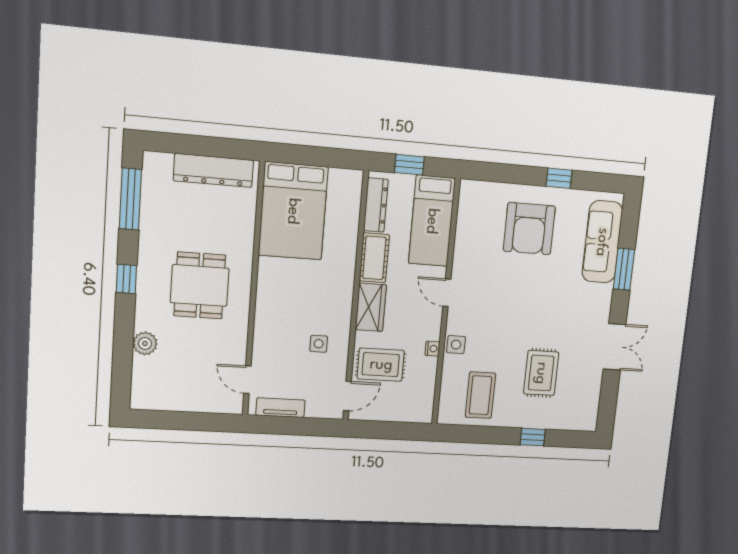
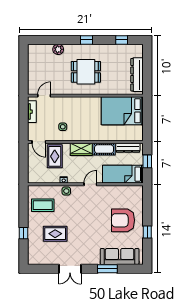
window: (130, 199) -> (122, 40), width x0.46

